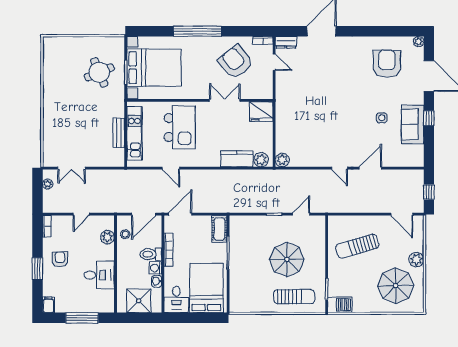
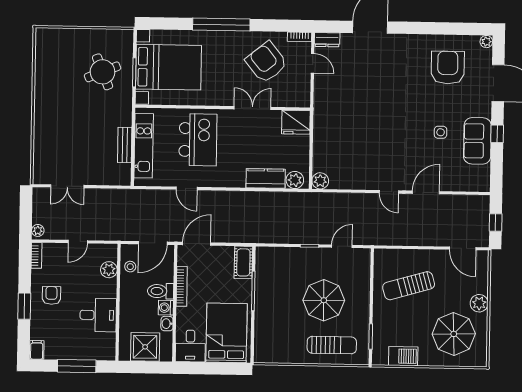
plant: (48, 184) -> (38, 230), moved
barbecue: (340, 305) -> (403, 356), moved

